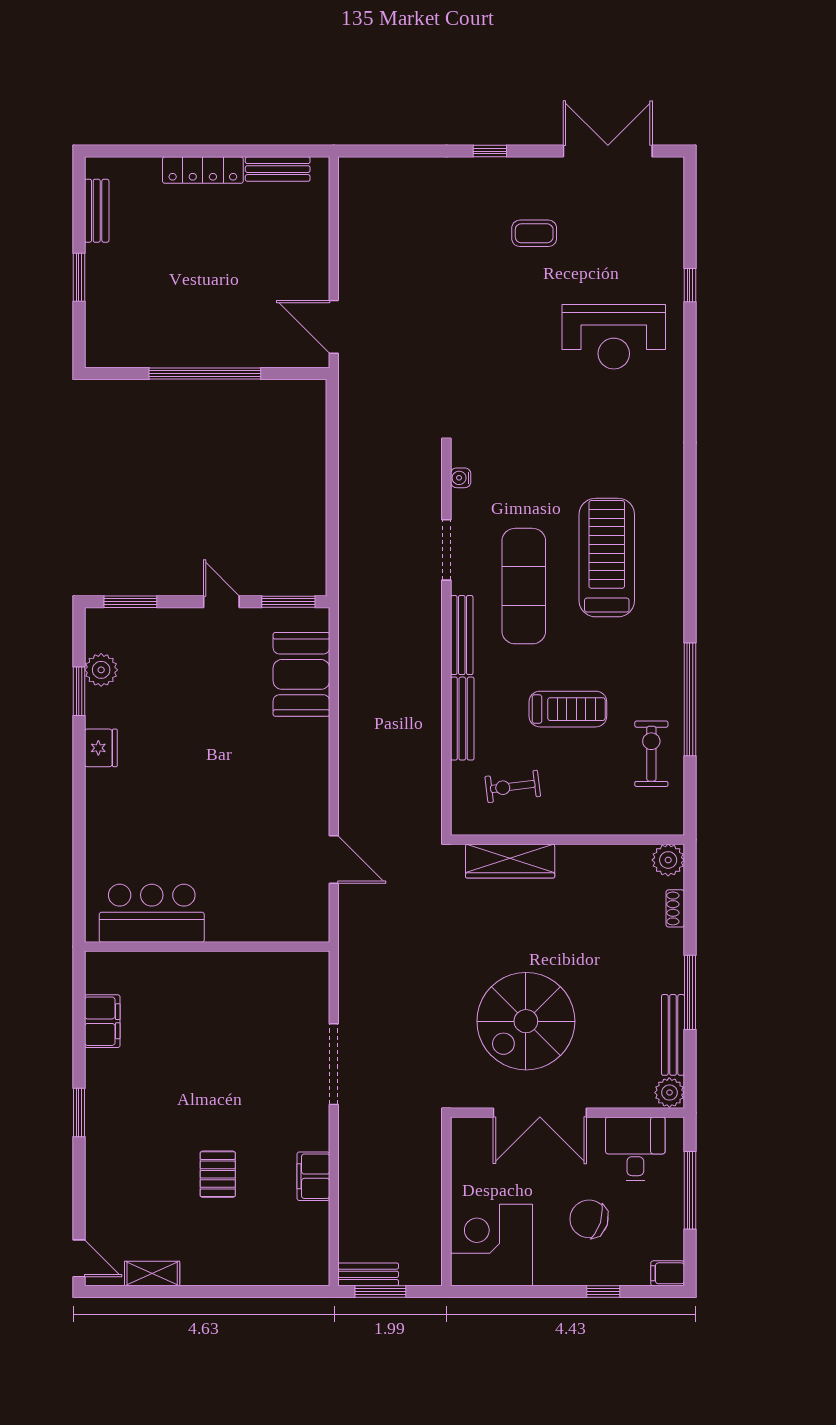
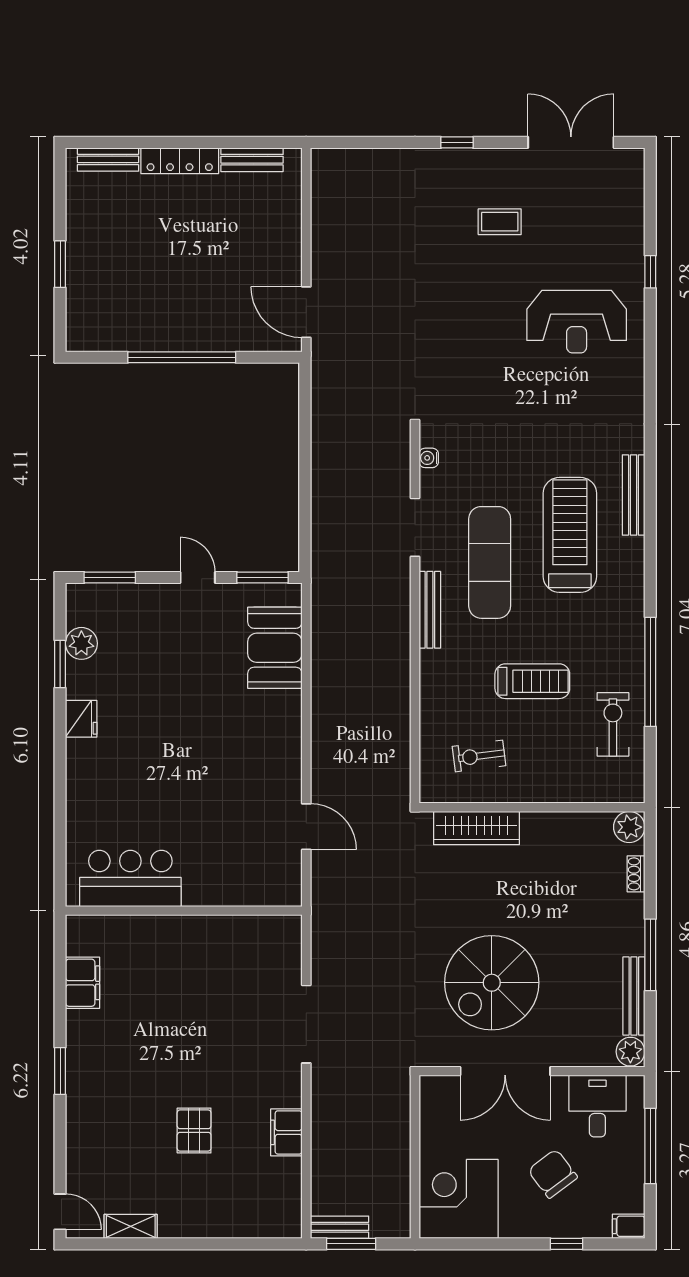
bench: (97, 211) -> (108, 159), moved, turned 90
bench: (462, 719) -> (634, 495), moved
chair: (589, 1219) -> (553, 1174), turned 35

